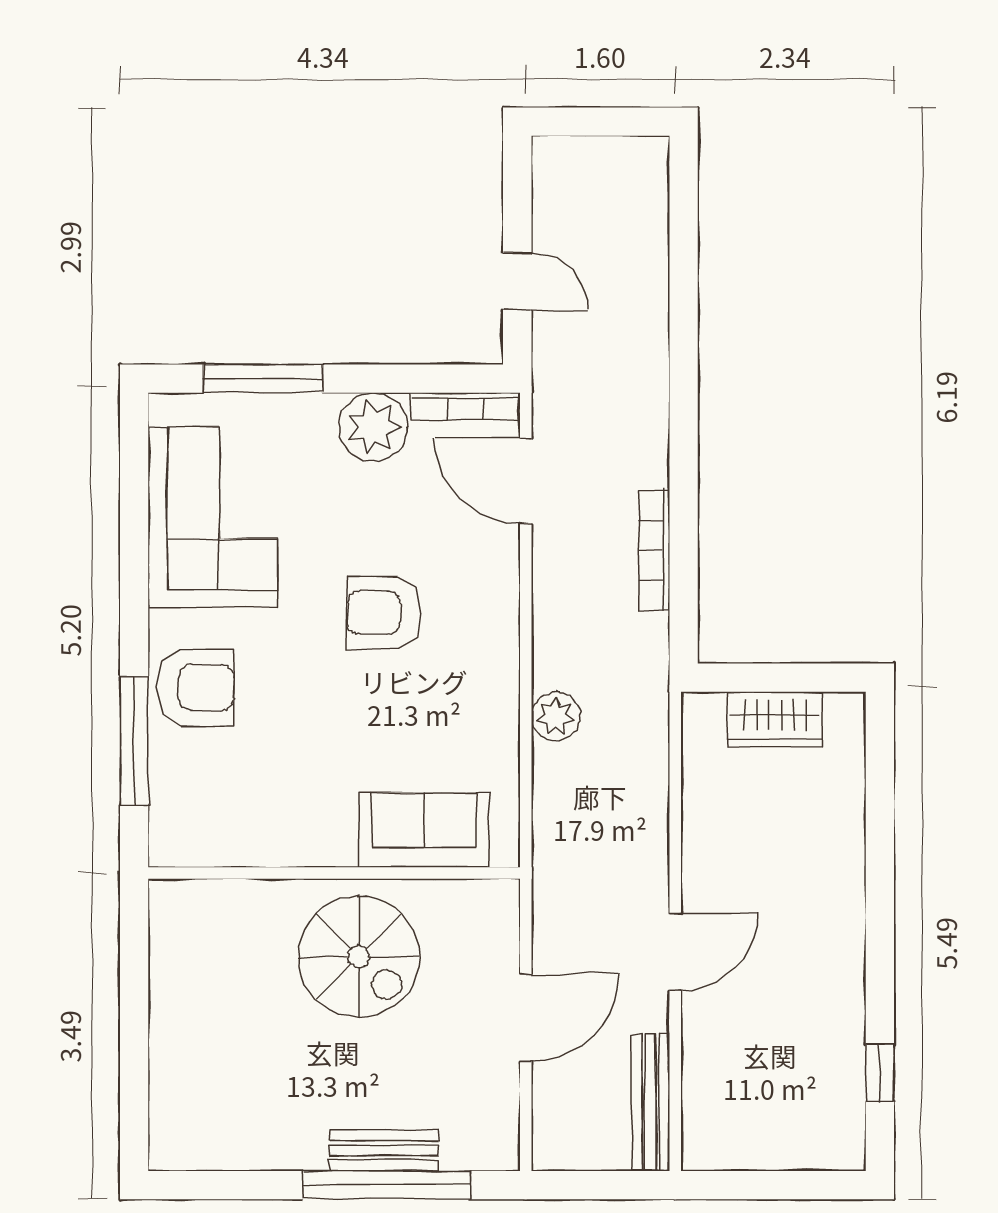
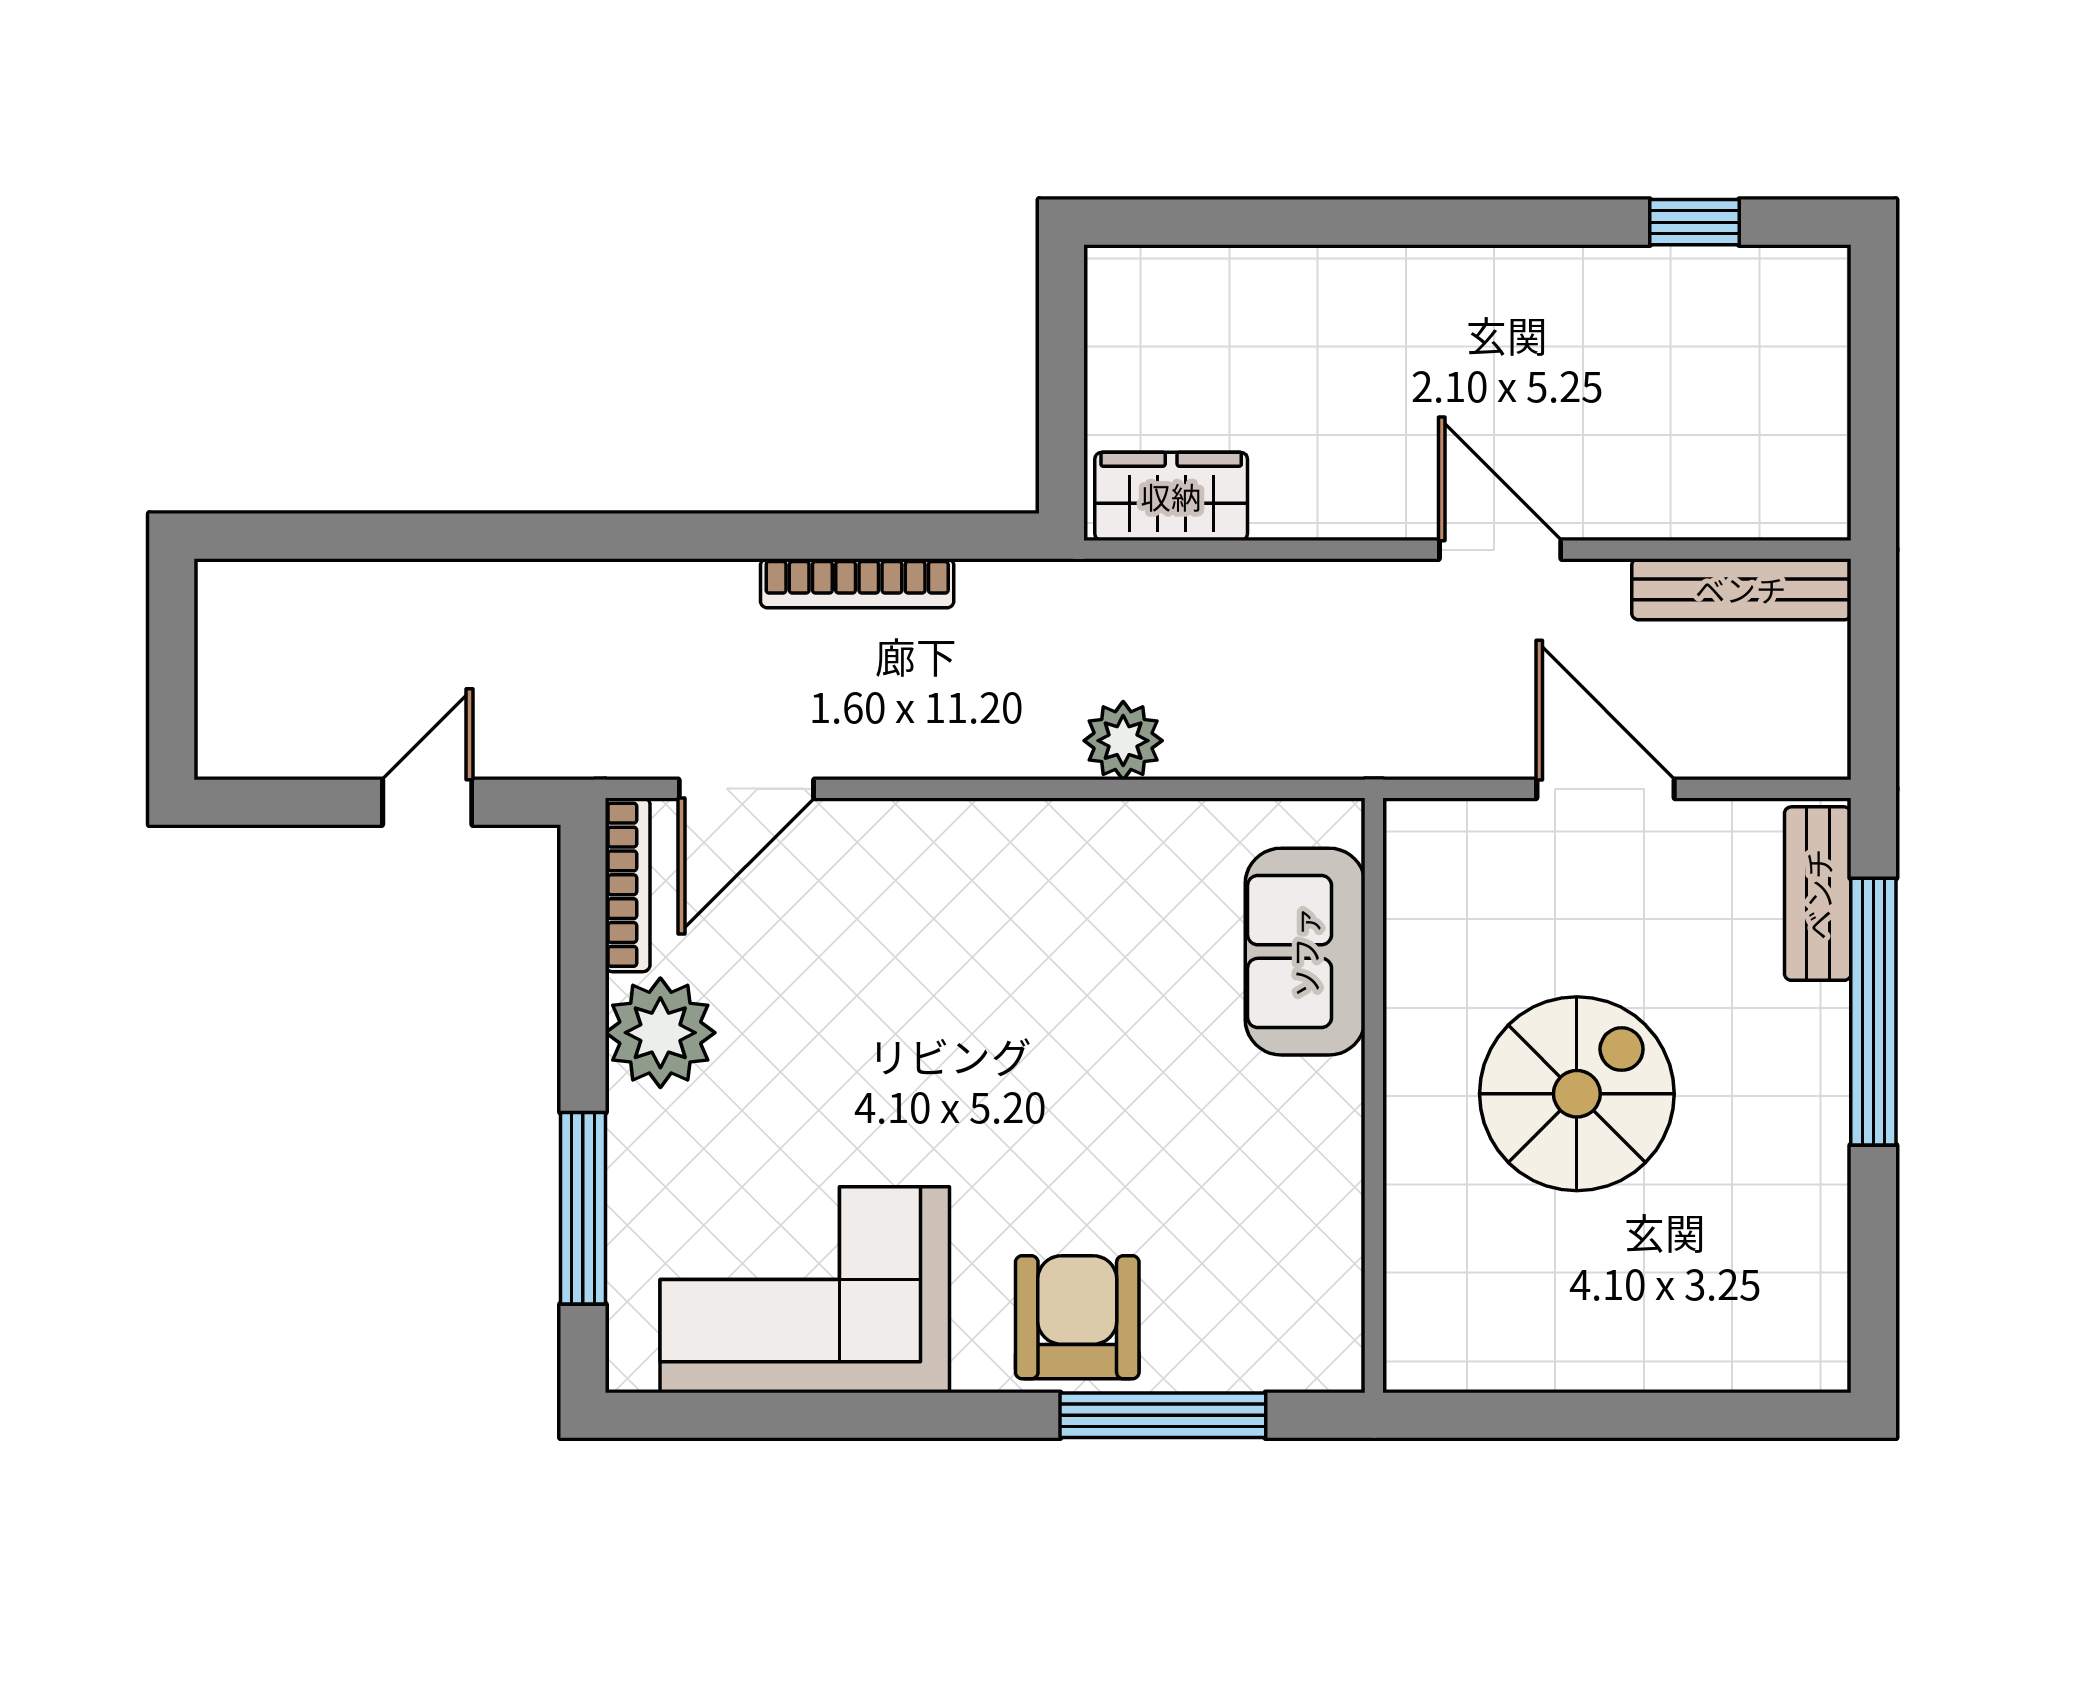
armchair: (384, 613) -> (957, 1015), removed
wardrobe: (775, 719) -> (1171, 496), moved, turned -90
spiral stairs: (359, 957) -> (1577, 1094), moved
bench: (384, 1150) -> (1818, 894), moved

